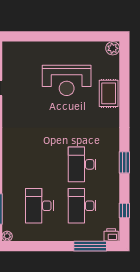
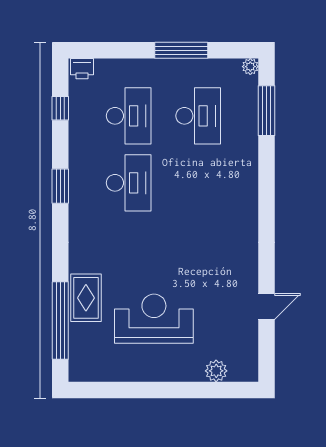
plant: (113, 48) -> (216, 371), moved
window: (124, 79) -> (60, 320), added
window: (90, 246) -> (181, 50), moved

